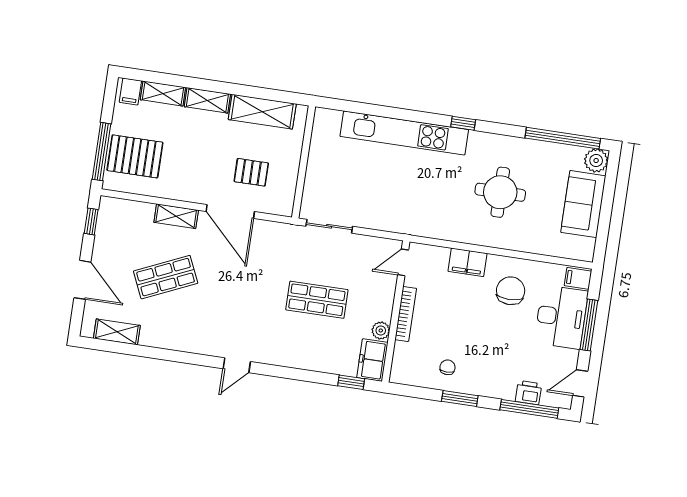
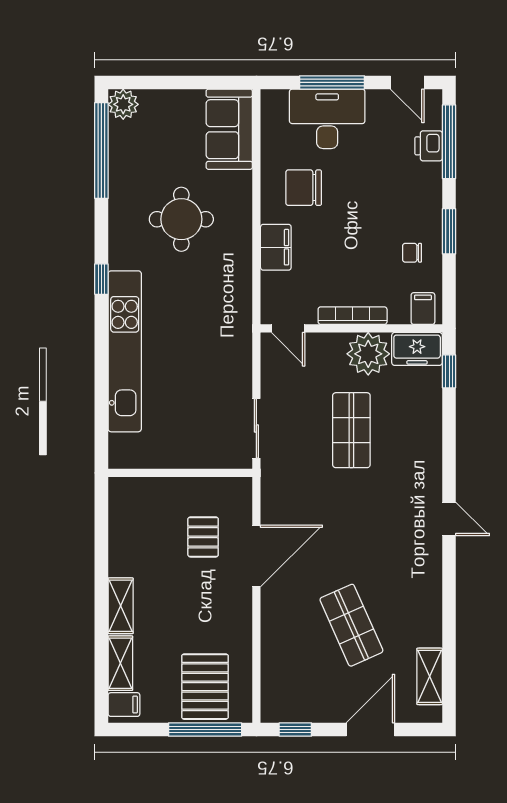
shelving: (262, 112) -> (125, 534), removed
sofa: (583, 204) -> (229, 129), moved, turned 90
shelving: (176, 216) -> (273, 623), removed
filing cabinet: (578, 278) -> (423, 309), moved, turned 180
plant: (381, 331) -> (368, 354), width x1.87, depth x1.87

